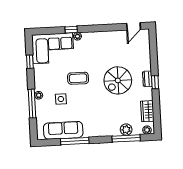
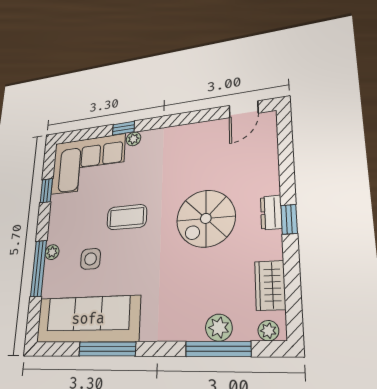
sofa: (63, 130) -> (88, 319), width x1.36, depth x1.27

